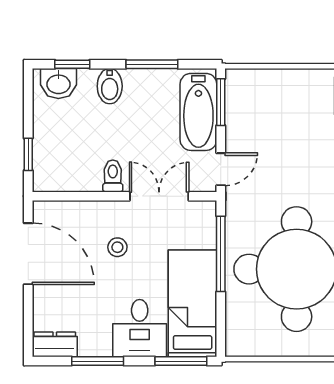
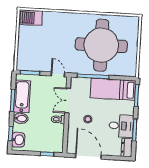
bathtub: (198, 112) -> (22, 96), moved, turned -90
door: (28, 254) -> (88, 156), hinge flipped
desk: (140, 328) -> (121, 126), moved

